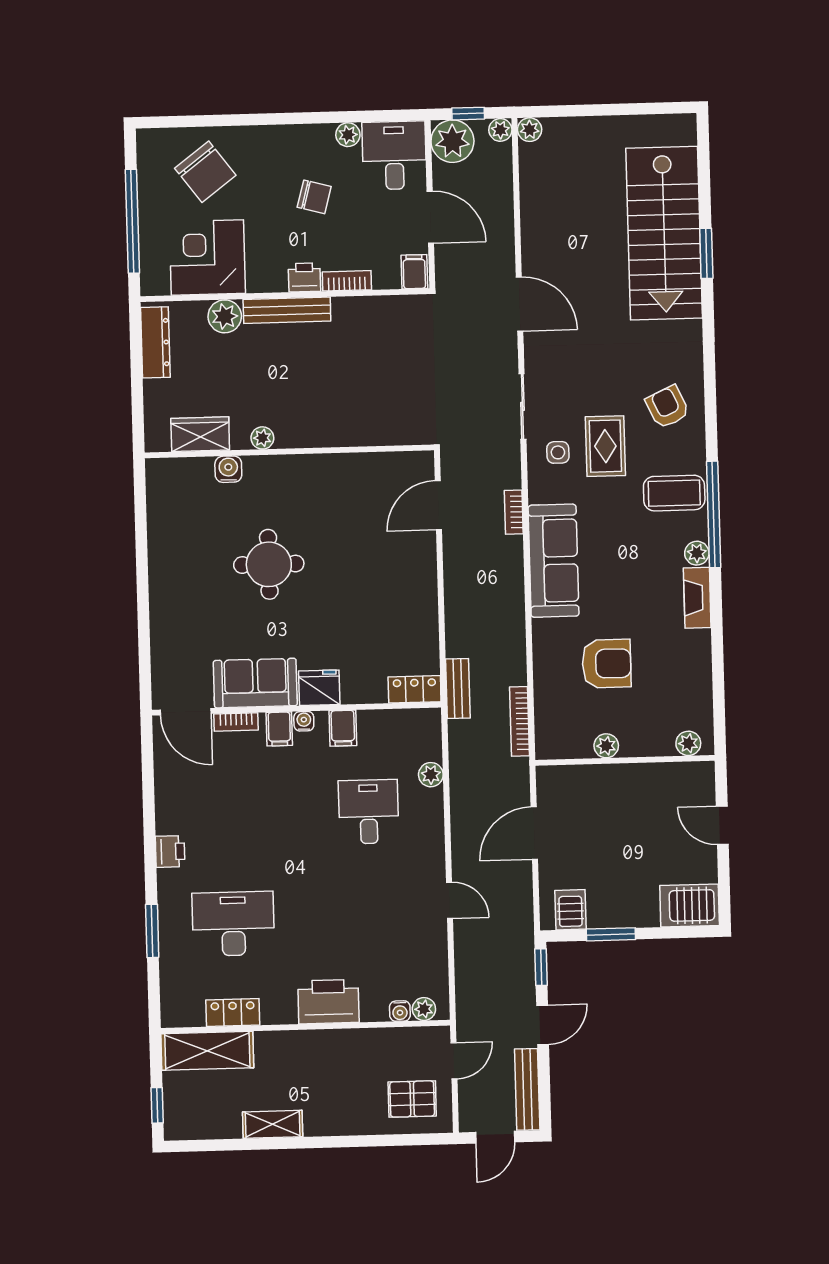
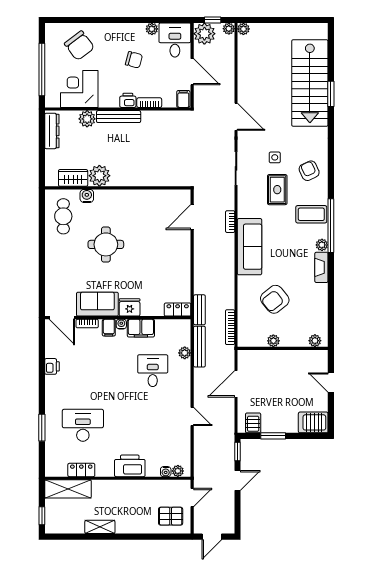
plant: (262, 438) -> (99, 176), width x1.87, depth x1.87
side table: (558, 452) -> (275, 157), moved
cafe table: (183, 511) -> (63, 216), added
armchair: (607, 664) -> (275, 299), turned 141
filing cabinet: (343, 728) -> (141, 328), width x2.00
printer: (170, 851) -> (52, 366), moved
bench: (527, 1089) -> (199, 347), moved

